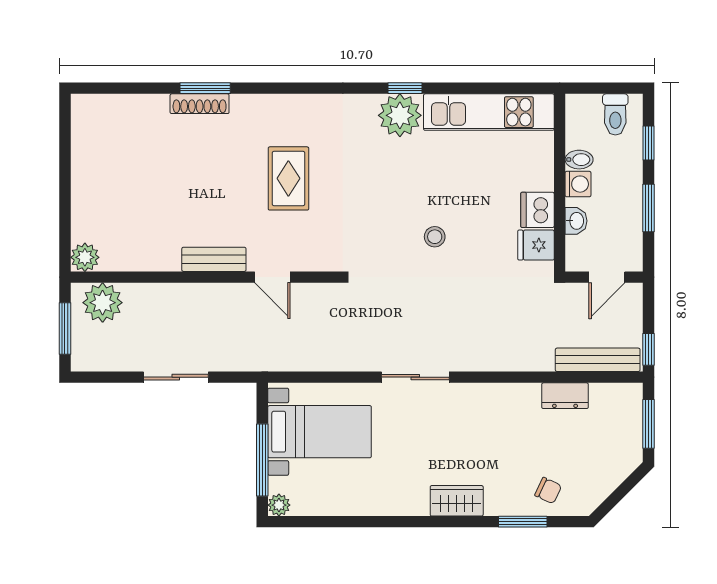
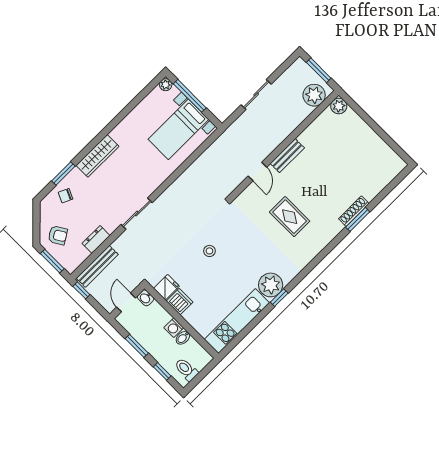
washbasin: (576, 221) -> (146, 298), moved
door: (272, 277) -> (257, 172), swing flipped
sliding door: (415, 377) -> (137, 214), moved
armchair: (609, 450) -> (58, 235), added
wardrobe: (457, 501) -> (97, 156), width x1.50

